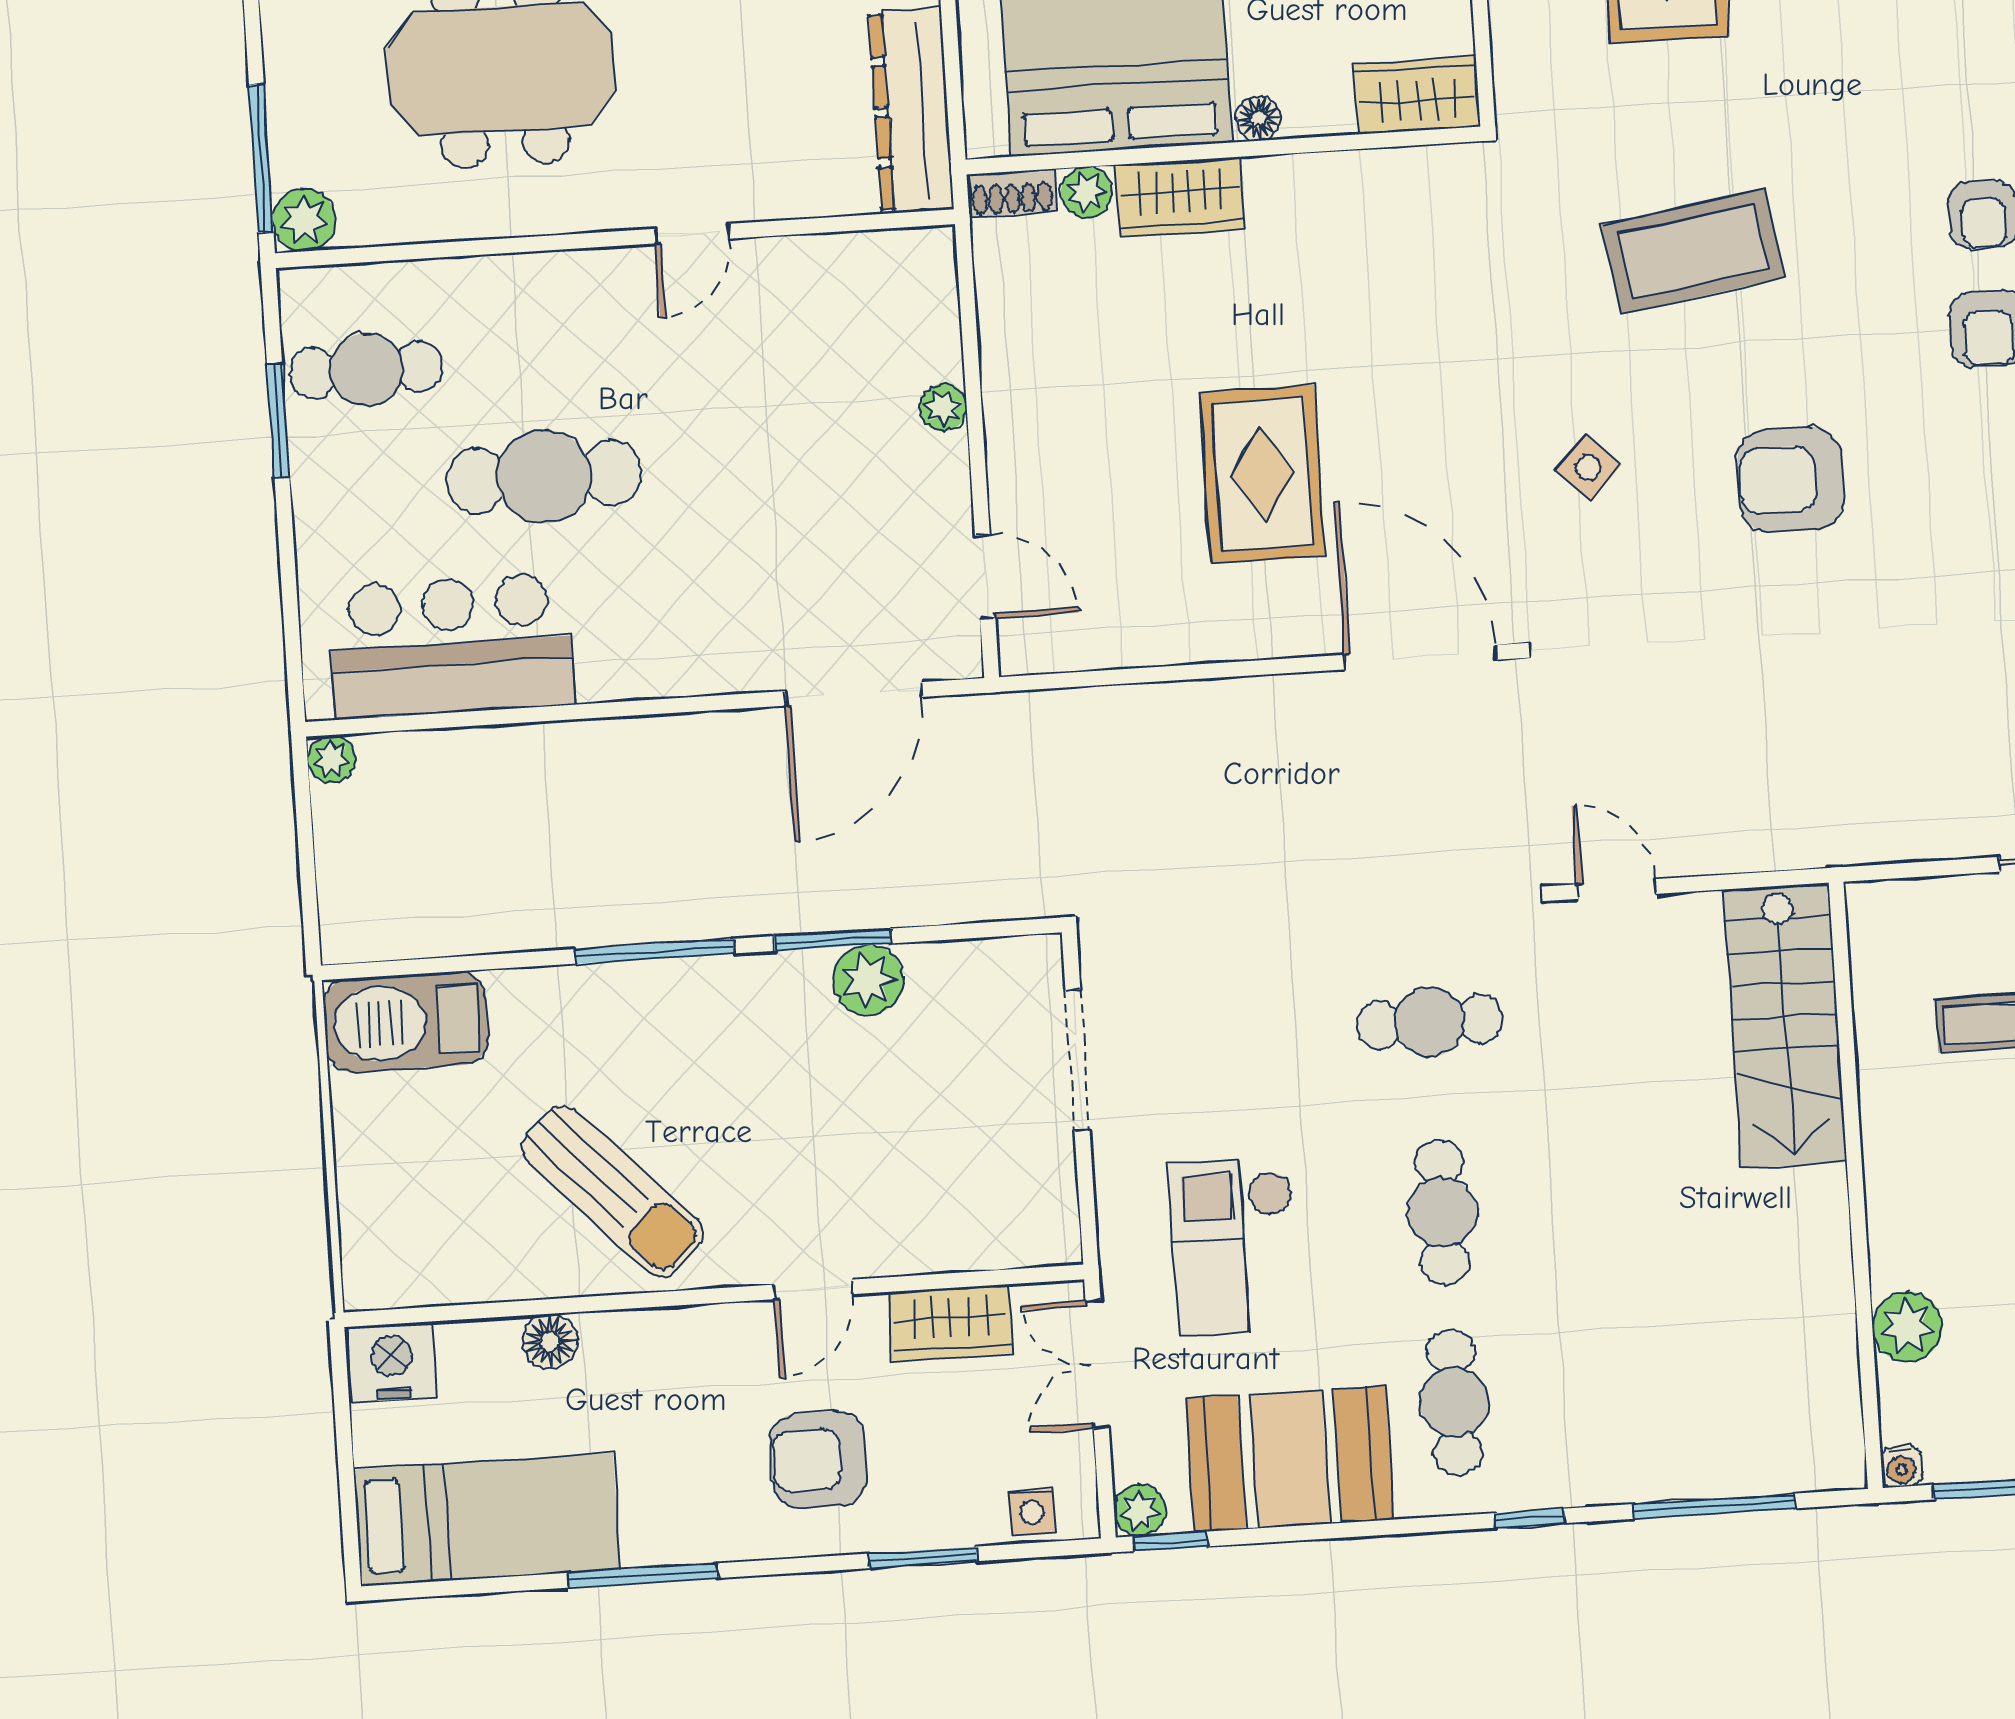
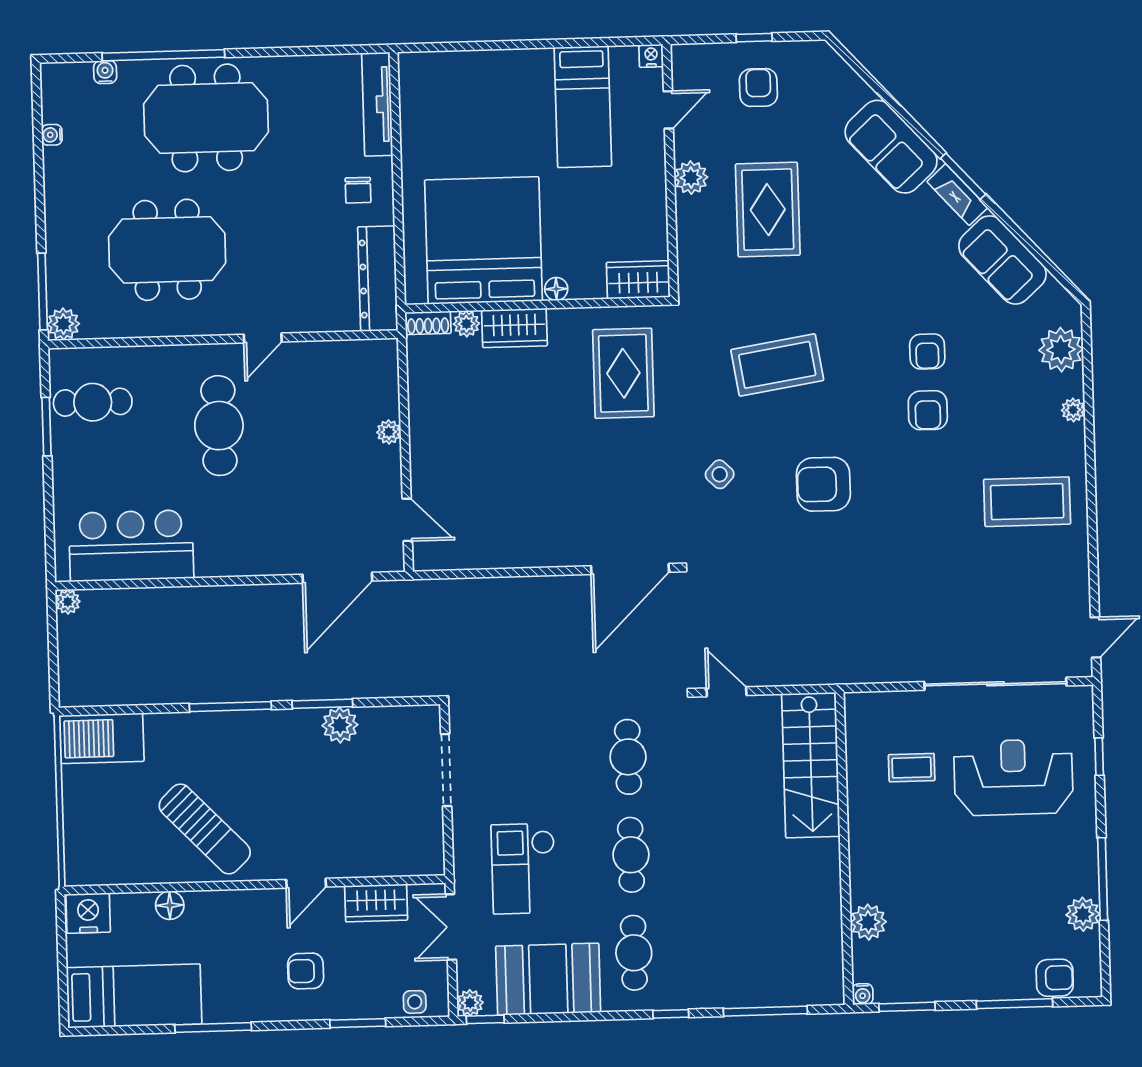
rug: (1262, 474) -> (623, 373), moved
cafe table: (544, 477) -> (219, 426), moved, turned 90
door: (1421, 657) -> (630, 569), swing flipped
cafe table: (1430, 1022) -> (628, 757), turned 90
armchair: (818, 1460) -> (306, 971), width x0.72, depth x0.72

